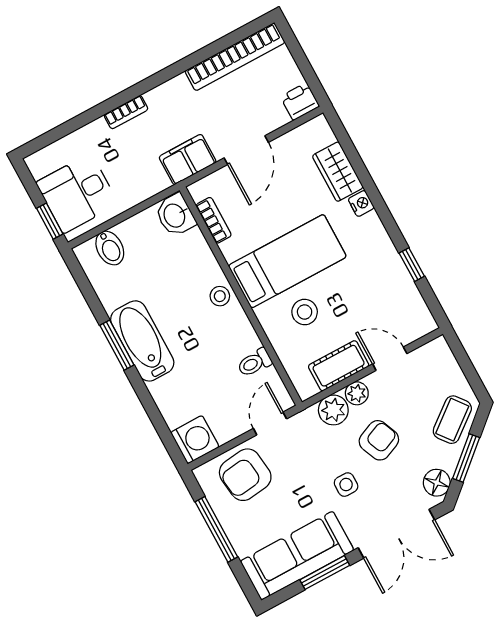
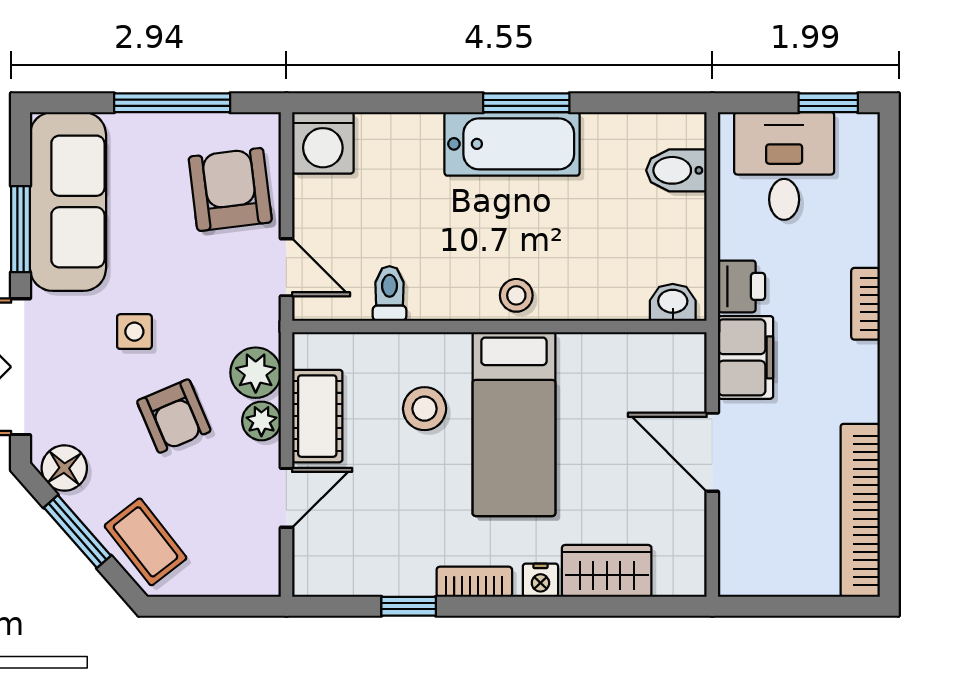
printer: (300, 102) -> (742, 286), moved
washbasin: (175, 215) -> (673, 302), width x0.72, depth x0.69
bookcase: (214, 220) -> (474, 582), moved, turned 180
window: (50, 221) -> (828, 103), moved

